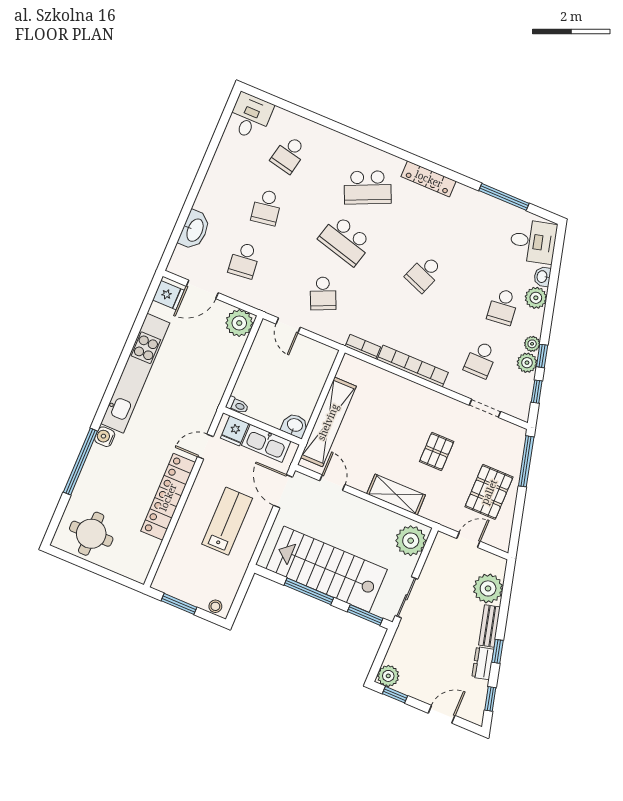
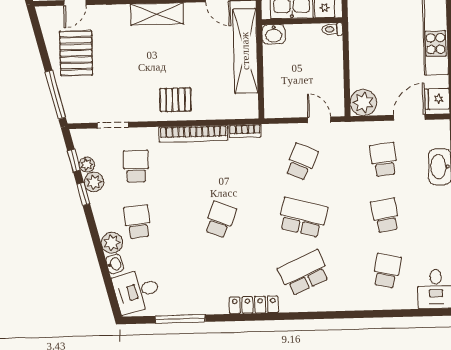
school desk: (323, 293) -> (301, 162), turned 48
plant: (532, 344) -> (87, 165), moved
pallet: (437, 451) -> (175, 100), moved, turned 90

